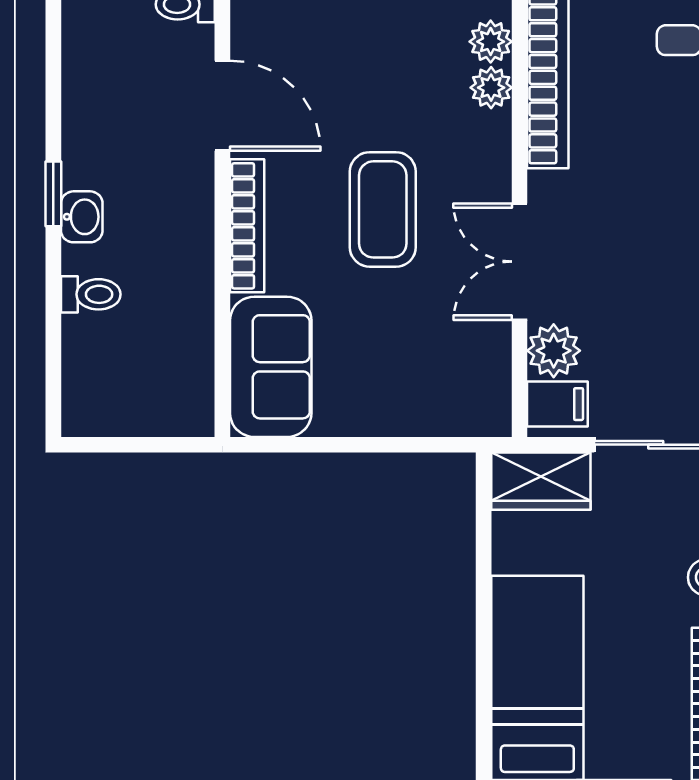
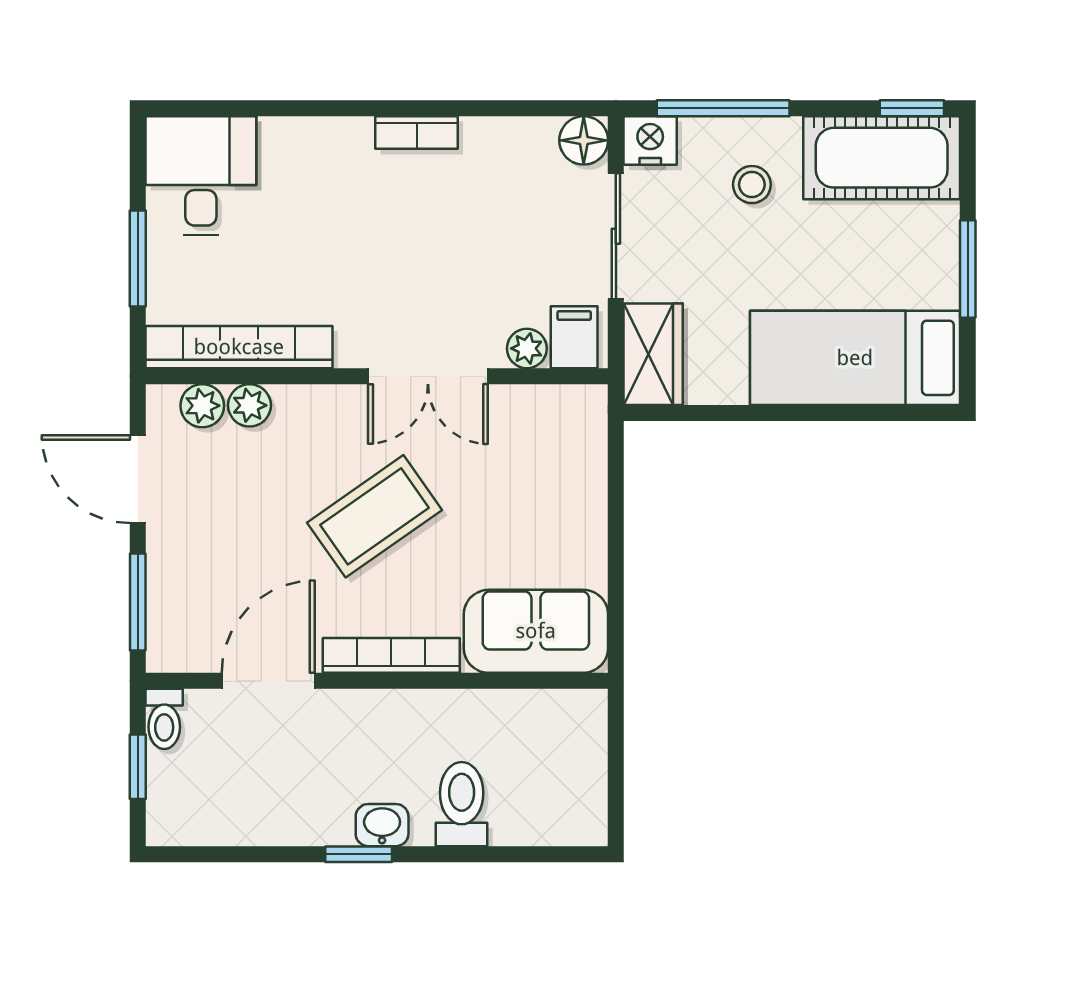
coffee table: (383, 209) -> (375, 516), turned -35
toilet: (91, 294) -> (462, 804), width x1.37, depth x1.39
plant: (554, 351) -> (527, 348), width x0.73, depth x0.73

